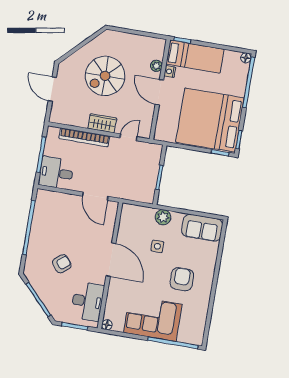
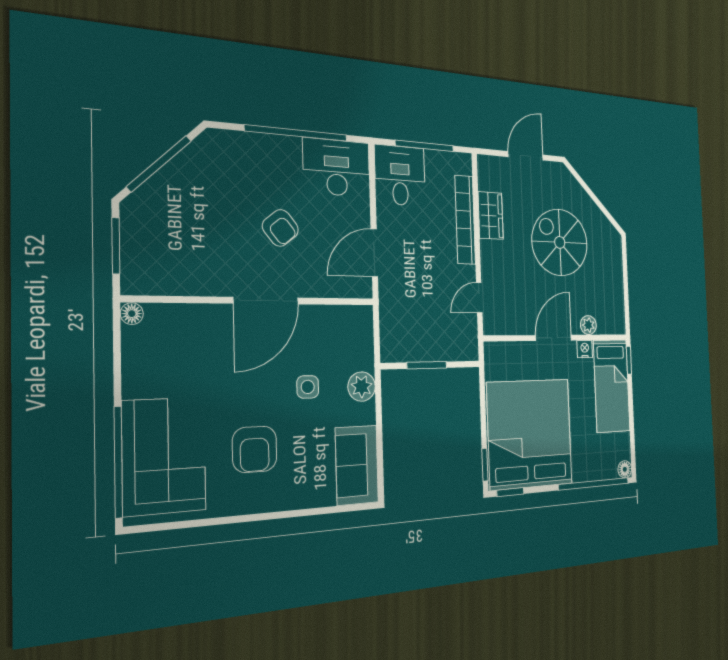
wardrobe: (102, 123) -> (491, 215), moved
door: (129, 137) -> (479, 298), swing flipped
armchair: (62, 264) -> (280, 228), moved
armchair: (182, 279) -> (255, 449), turned 90
desk: (87, 301) -> (337, 168), moved, turned 180
corner sofa: (153, 318) -> (164, 456), moved

